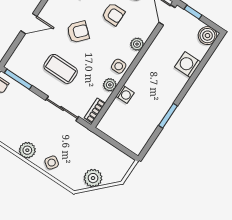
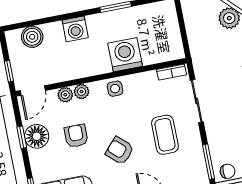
boiler: (207, 36) -> (32, 37), moved
washing machine: (188, 65) -> (75, 29), moved
plant: (110, 85) -> (65, 95), moved
washing machine: (125, 94) -> (125, 55), width x1.89, depth x1.89

